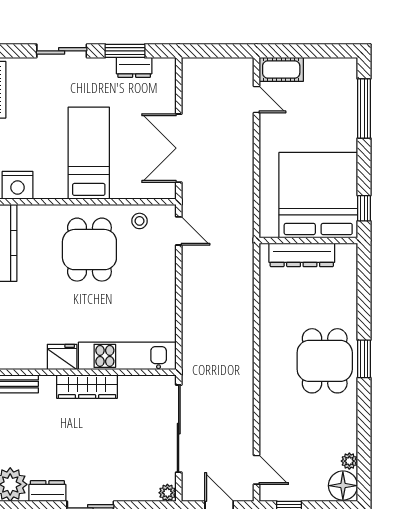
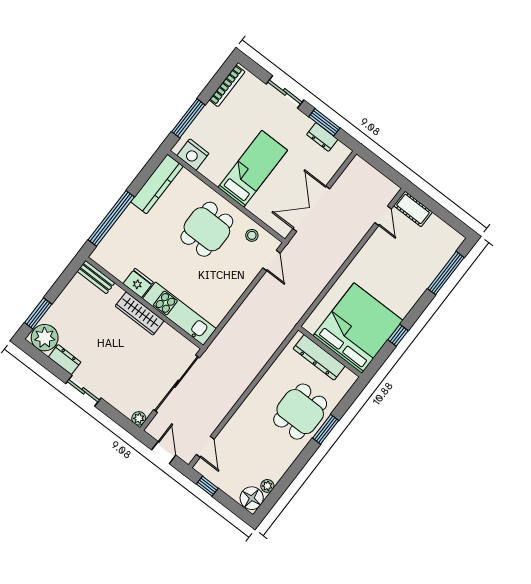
bed: (318, 195) -> (358, 328), moved
wall: (308, 241) -> (330, 352), moved
dresser: (302, 255) -> (319, 357), moved

